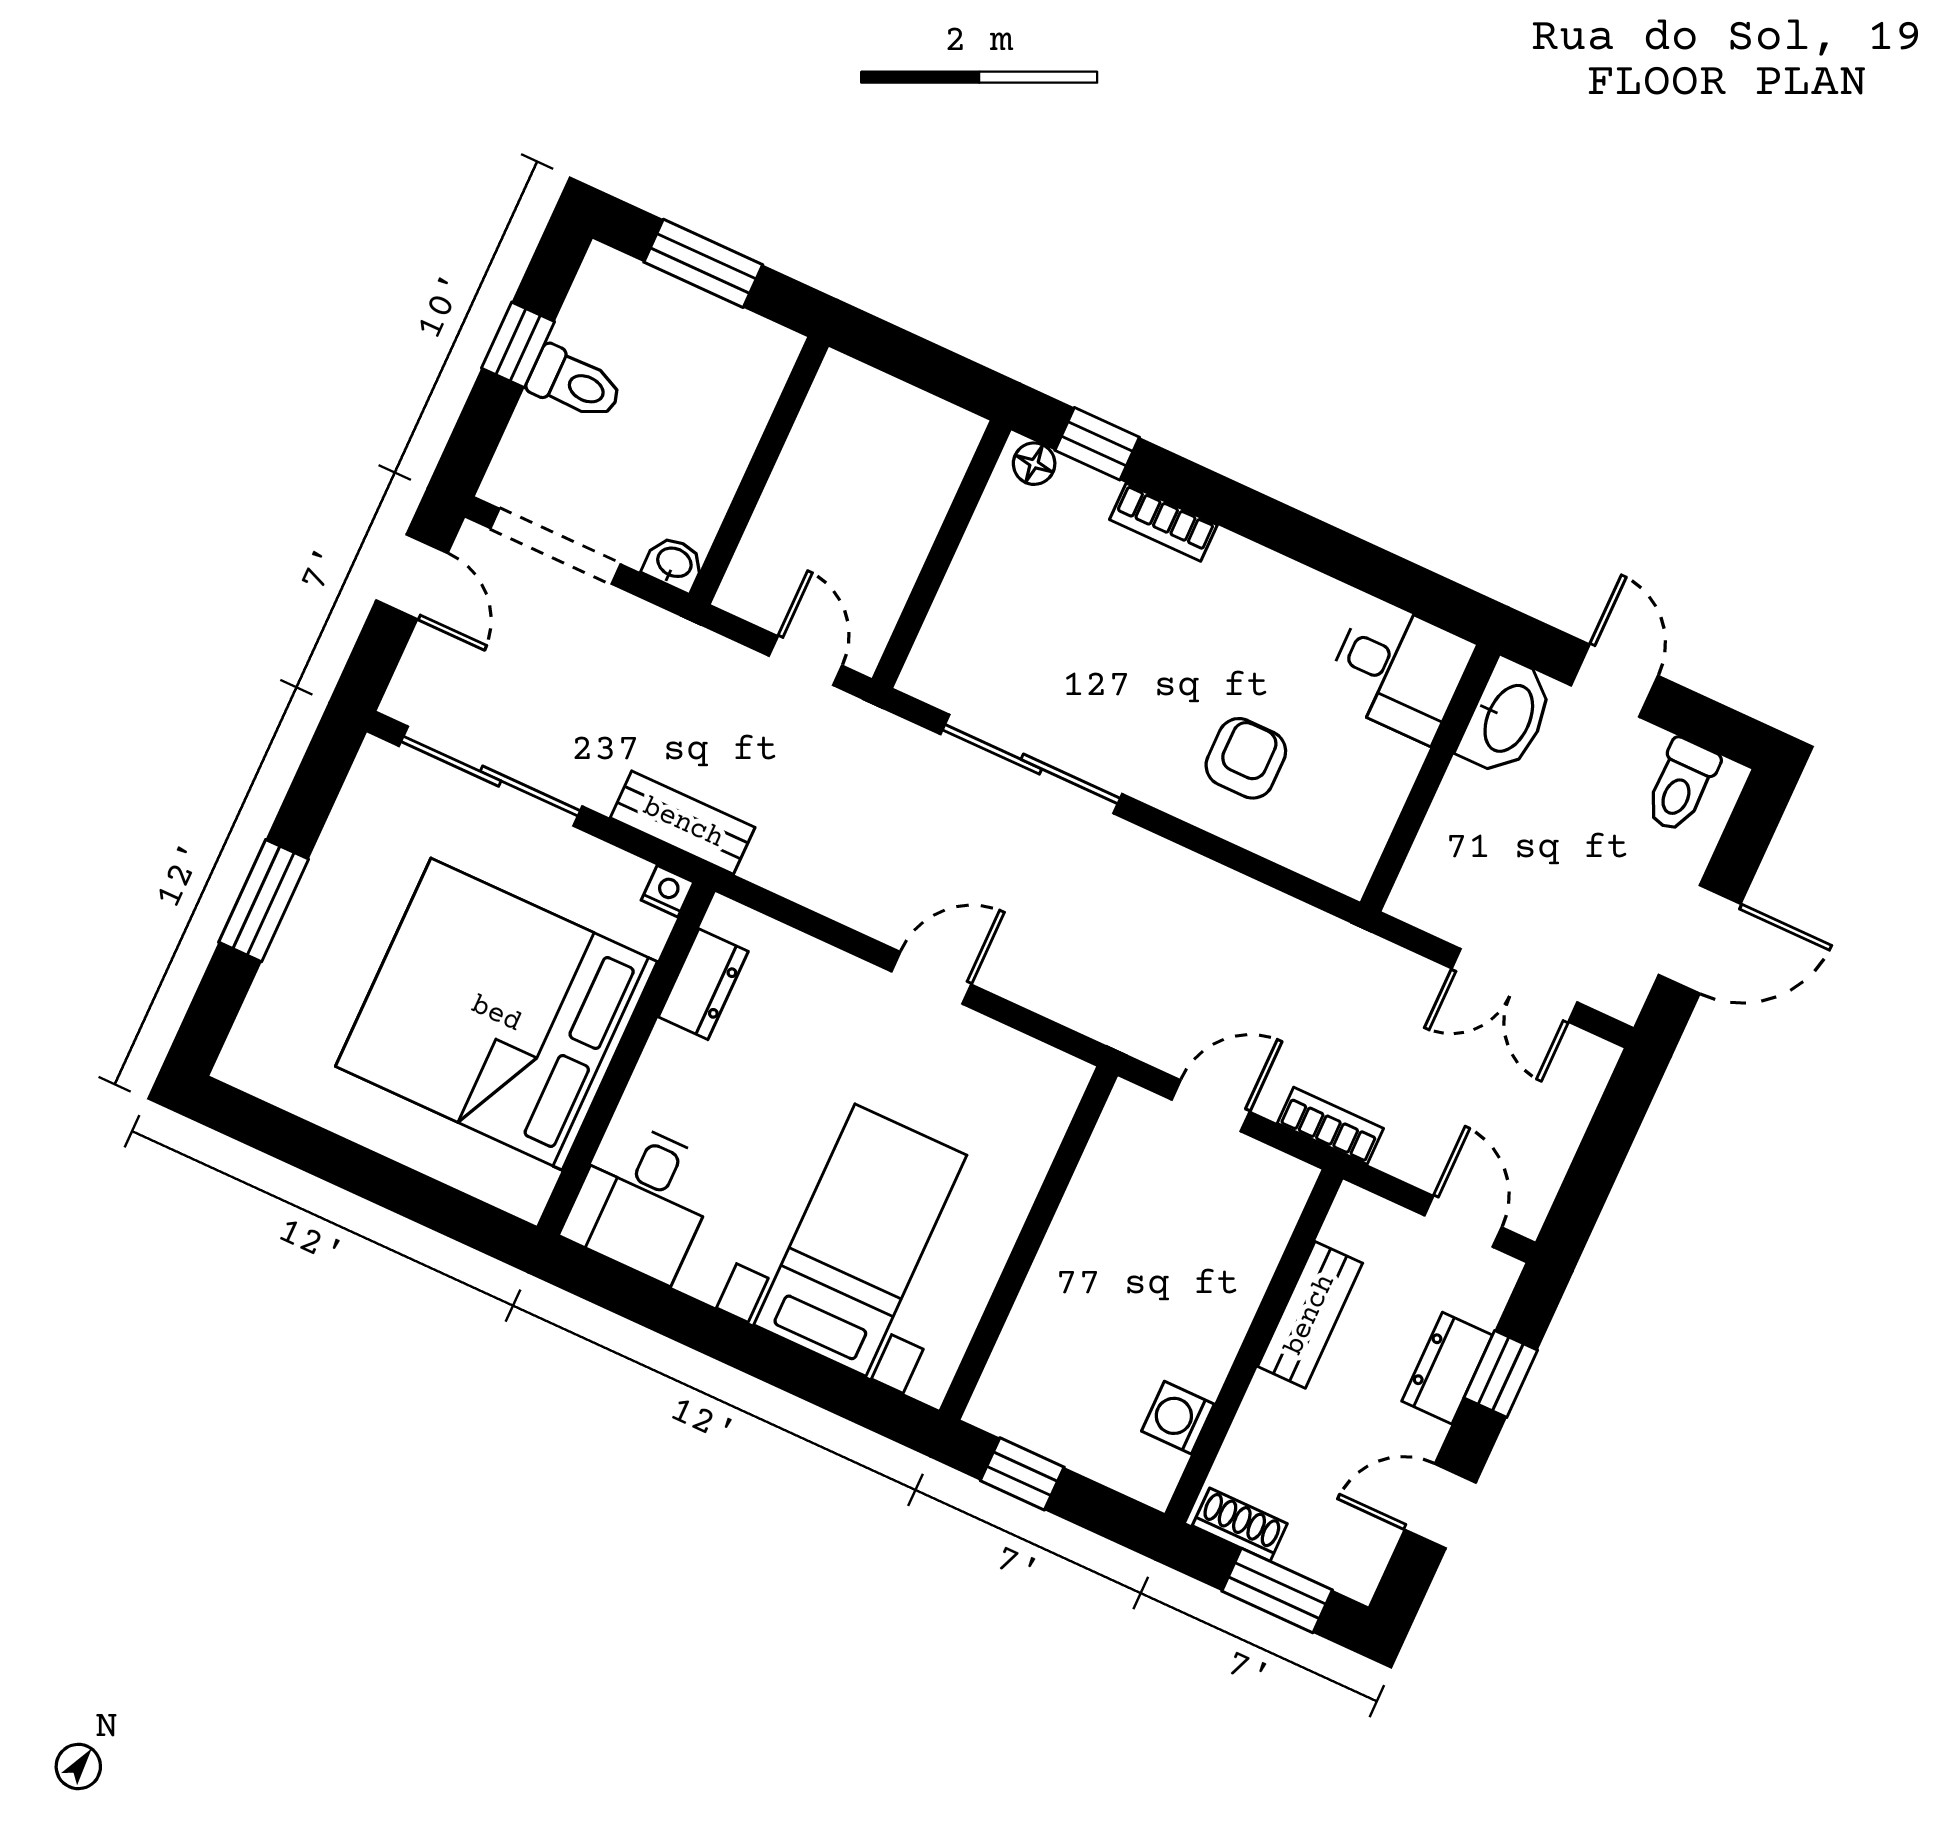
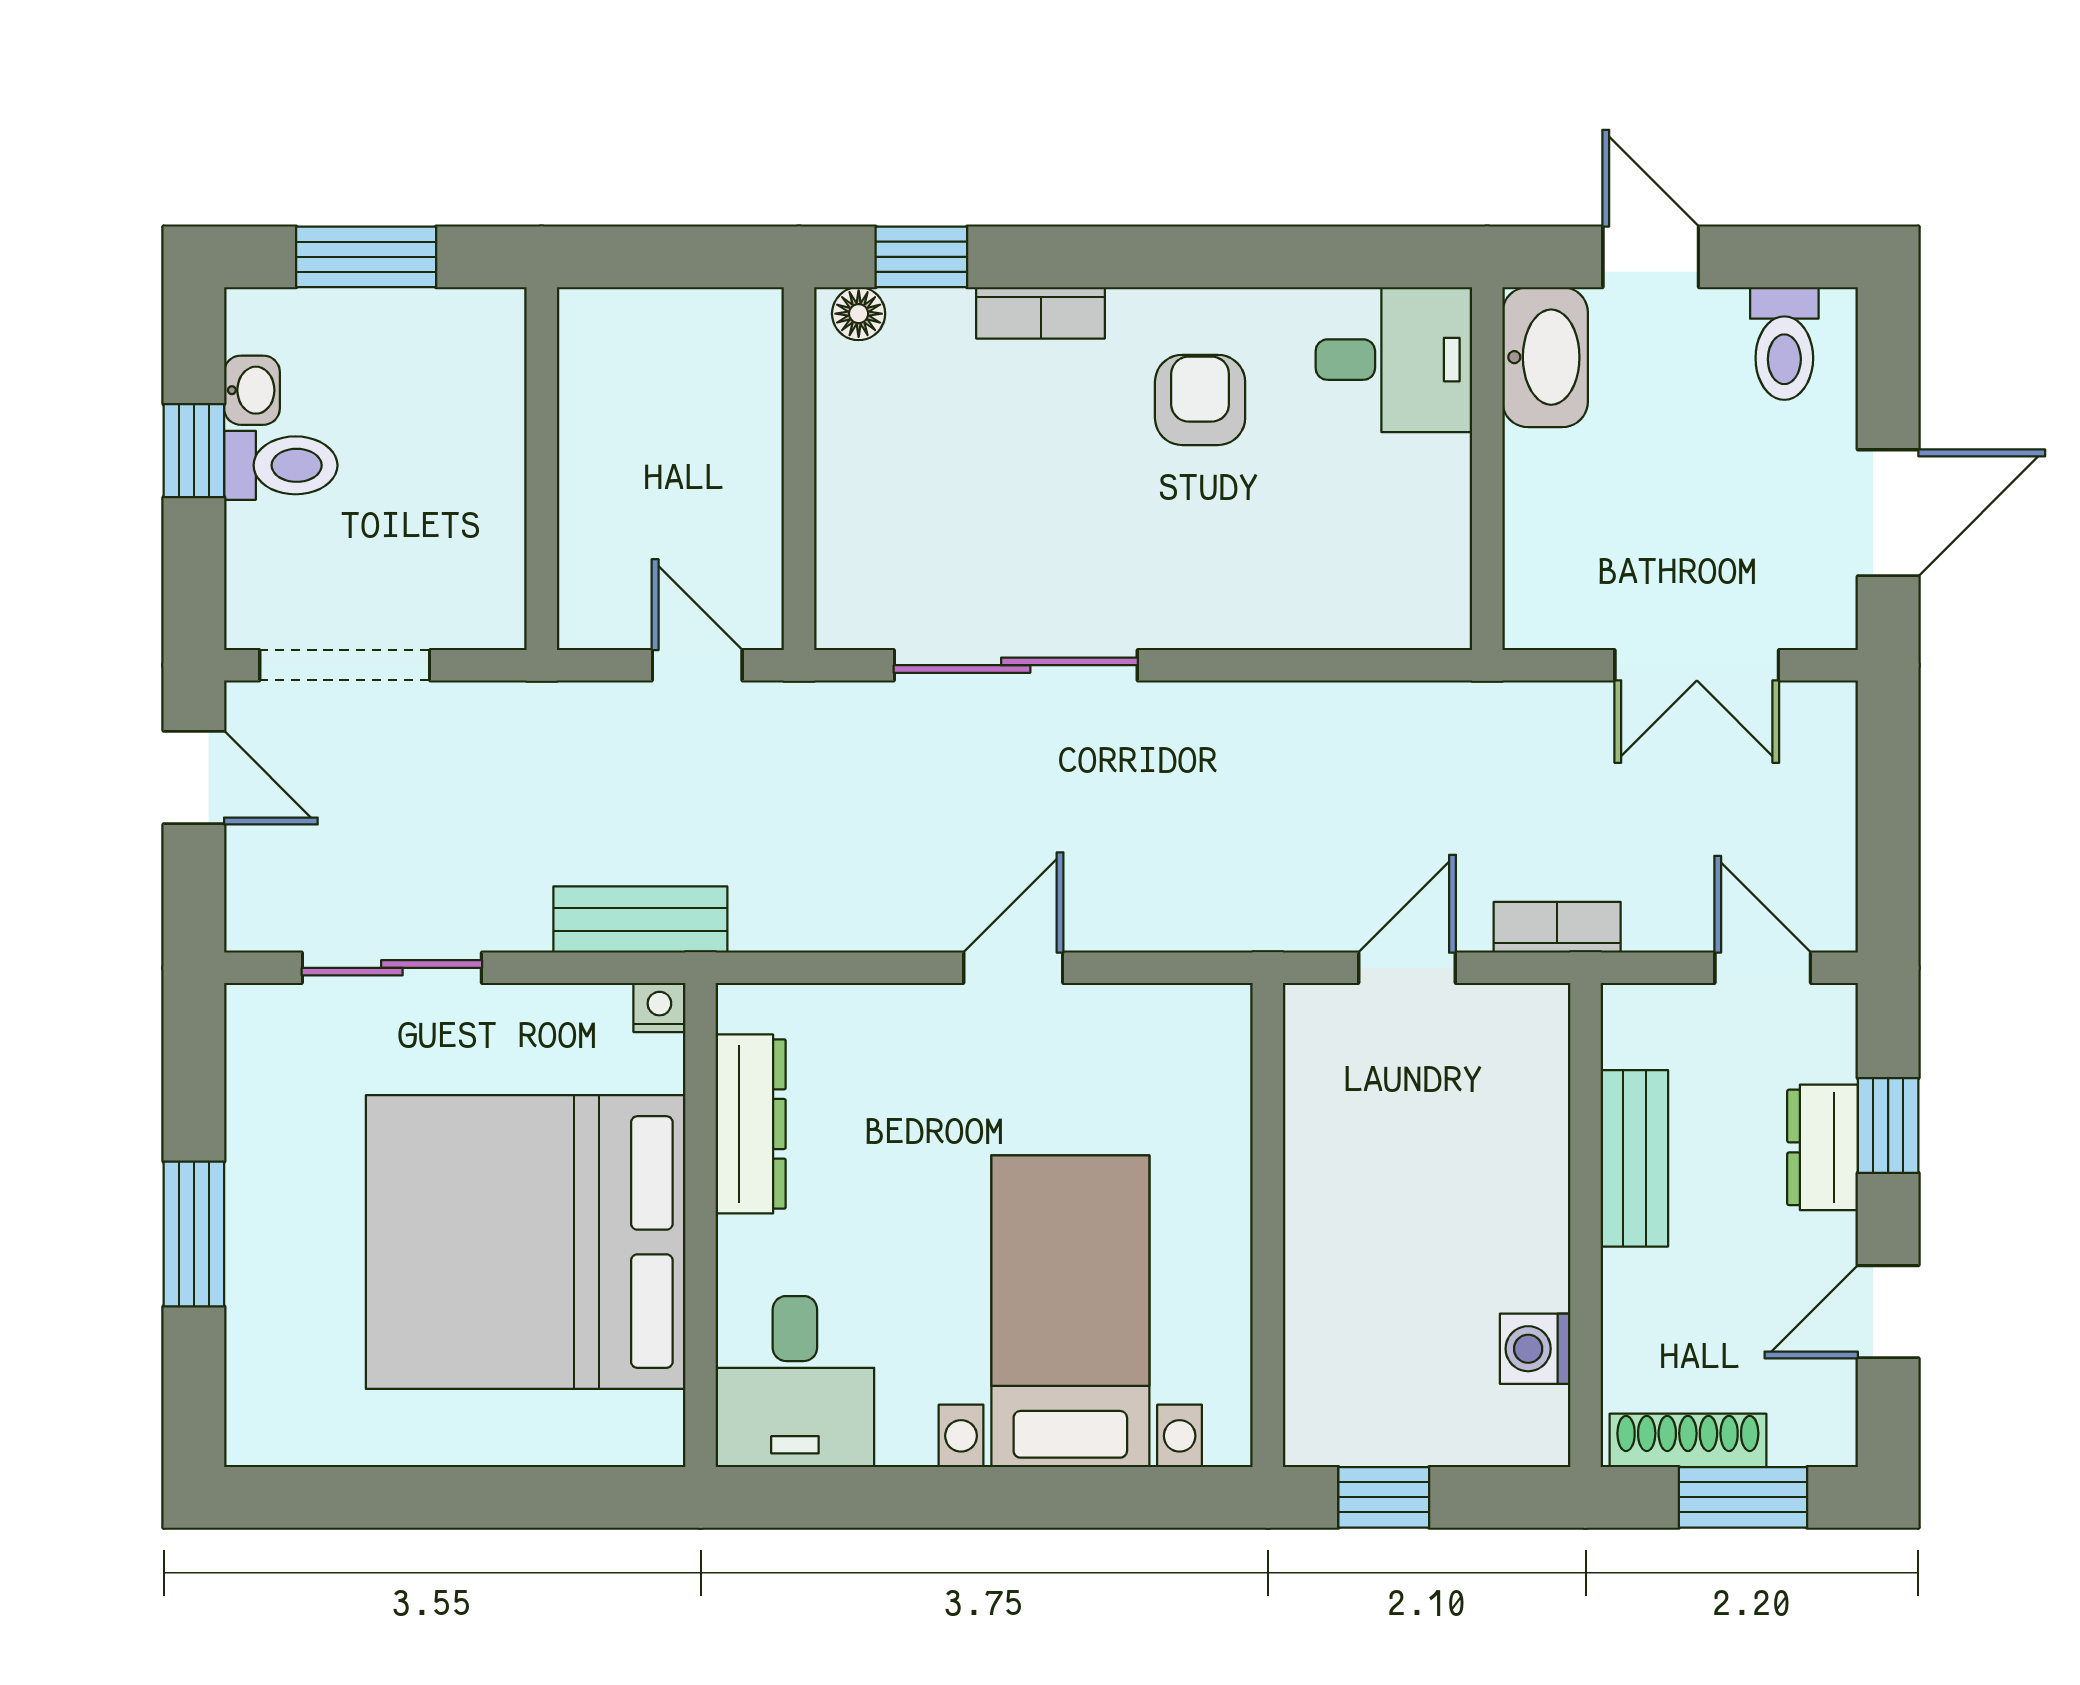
washbasin: (674, 563) -> (252, 390), moved, turned 90
armchair: (1246, 758) -> (1200, 400), moved
sliding door: (491, 776) -> (392, 968), width x0.73
dresser: (703, 984) -> (751, 1124), width x1.44
shoe rack: (1240, 1525) -> (1688, 1440), width x1.43

